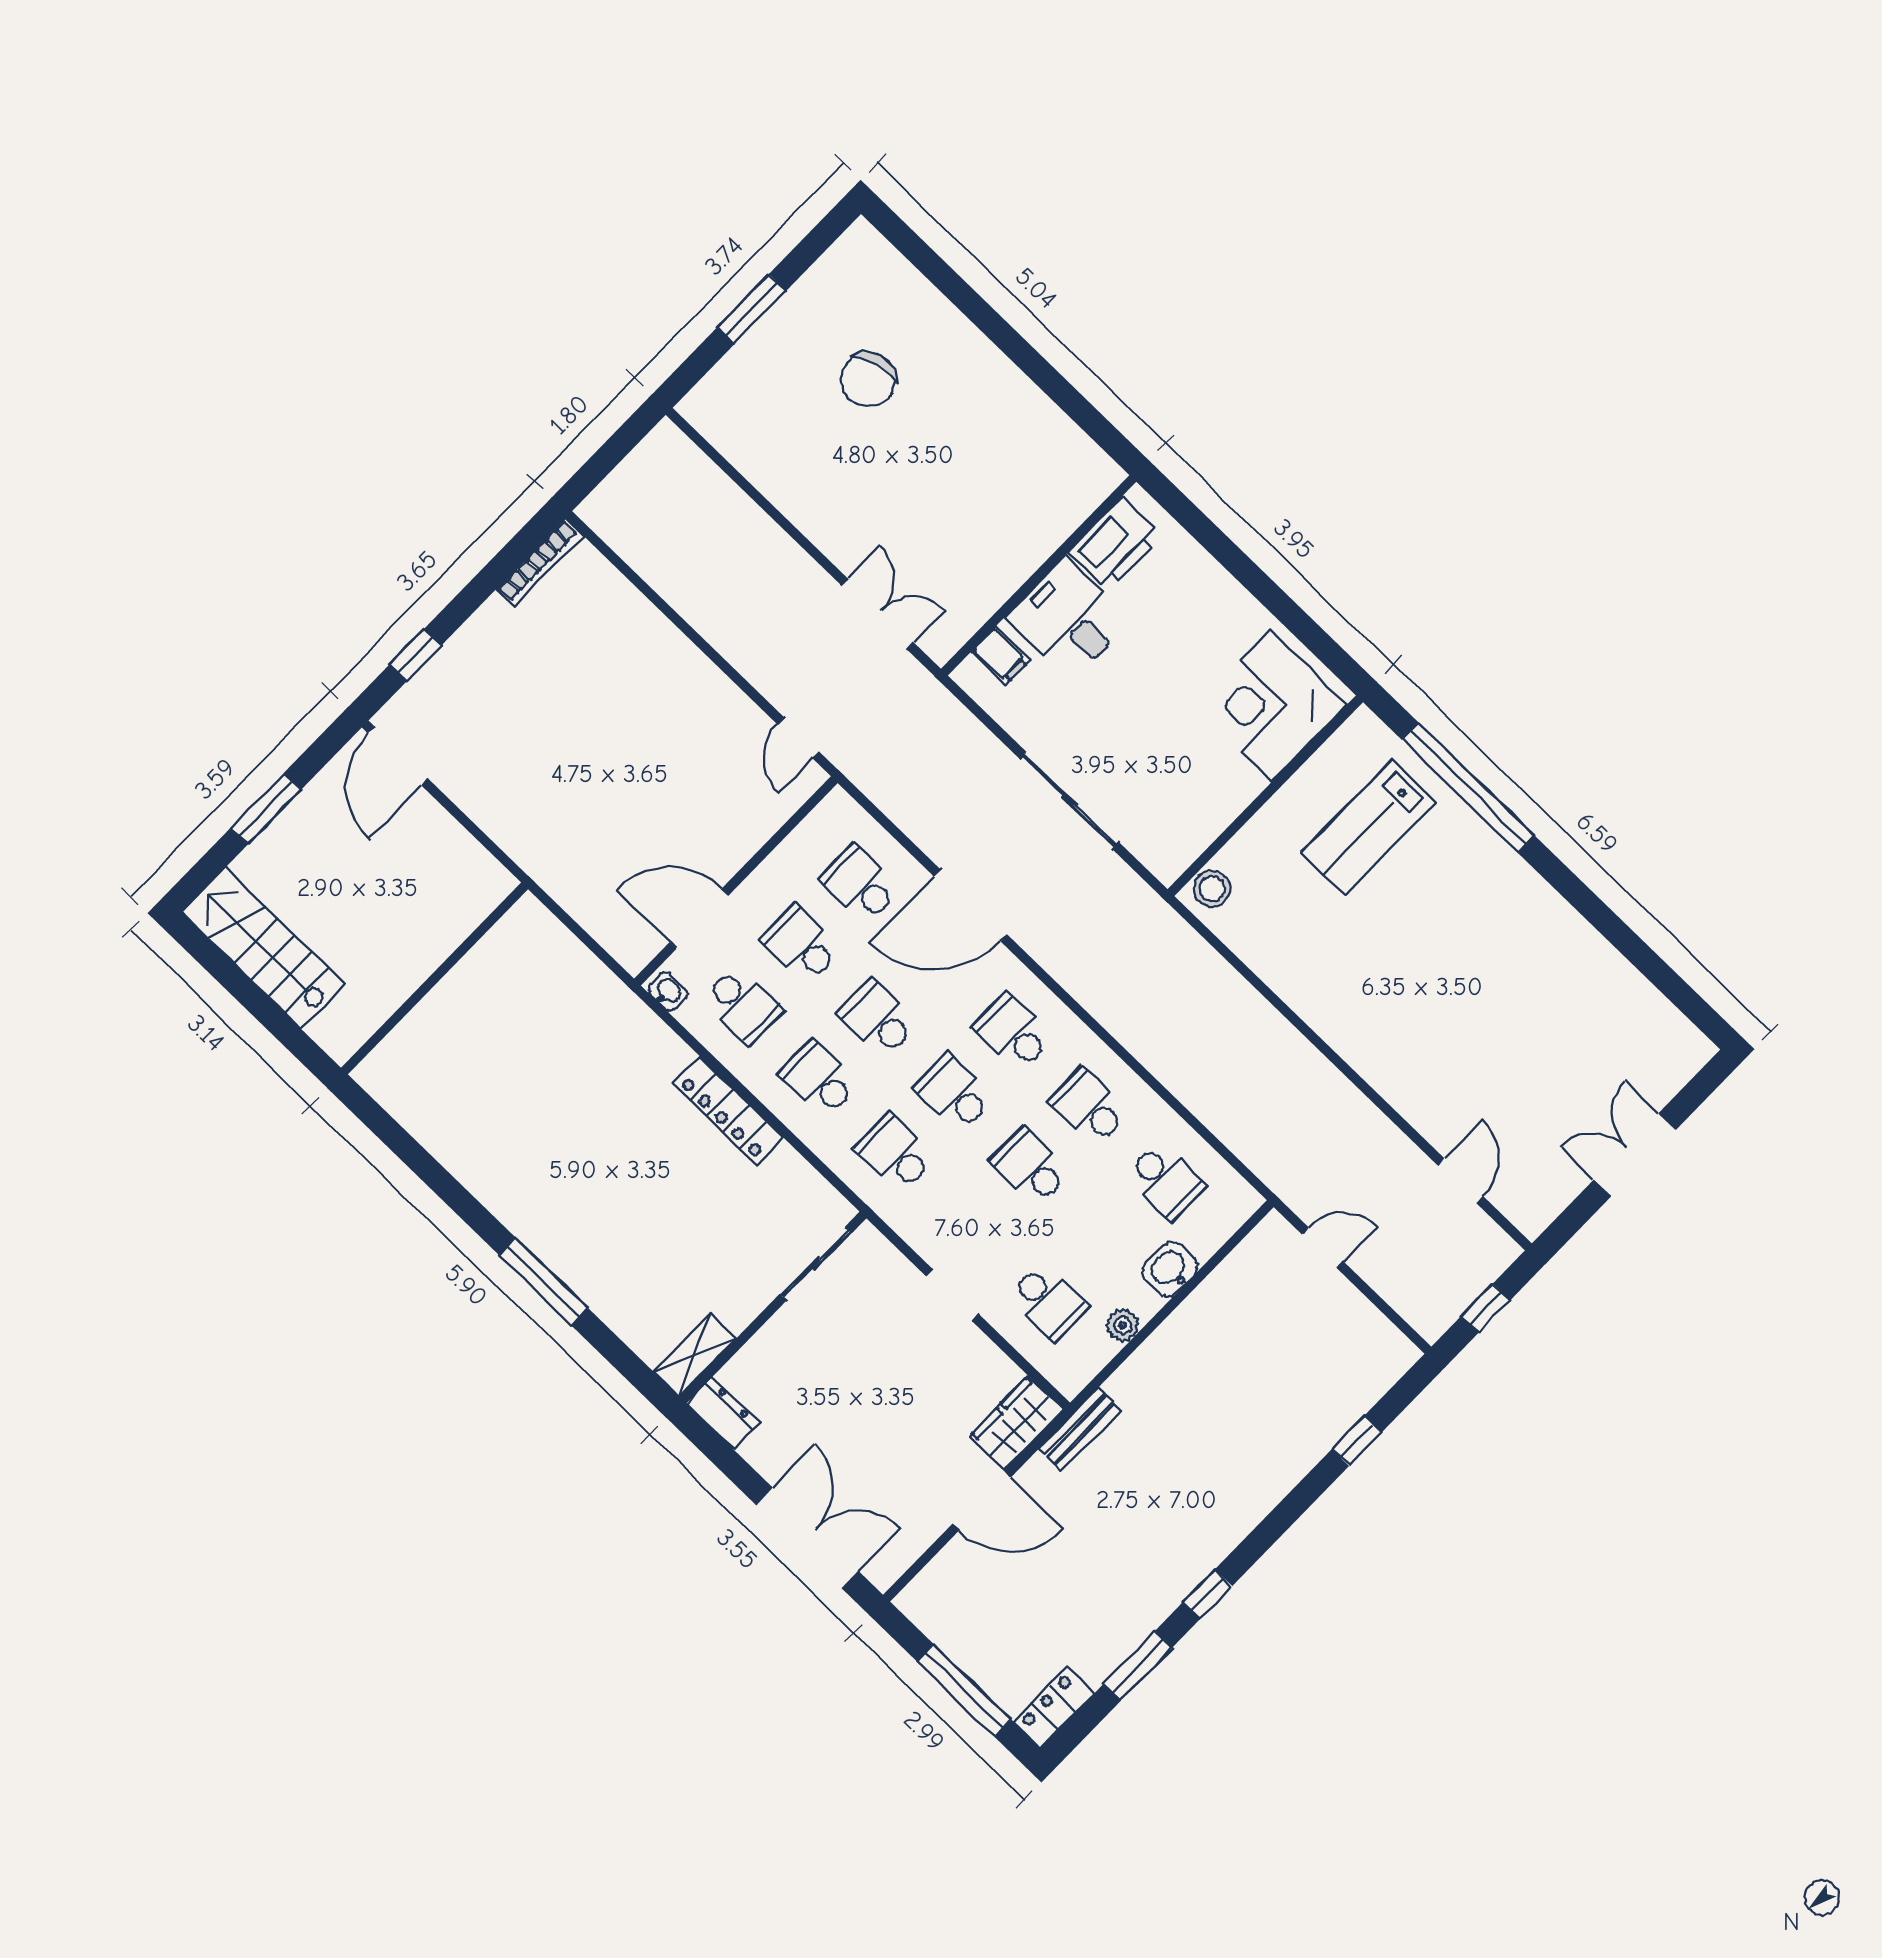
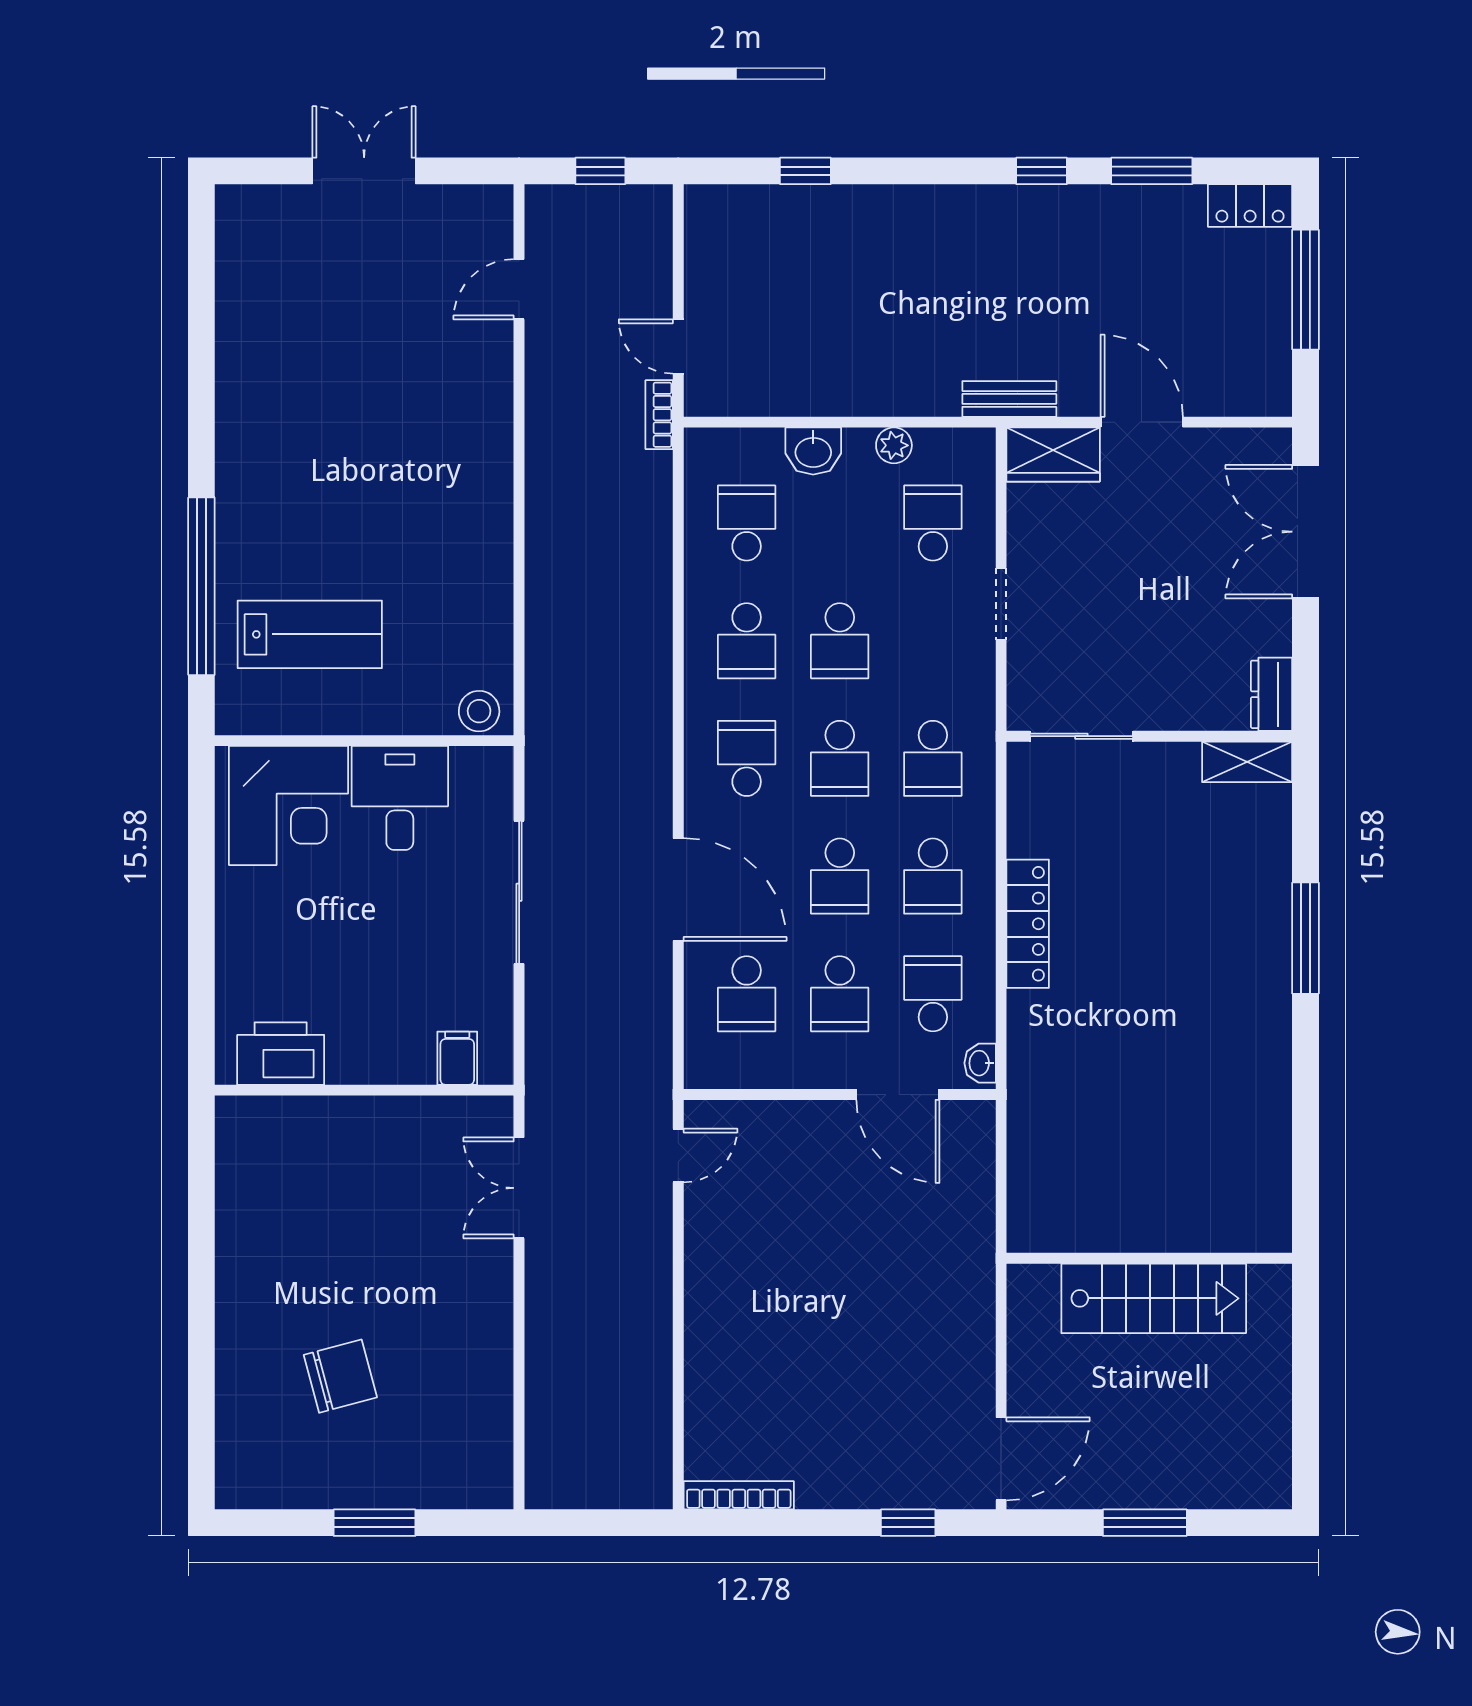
desk: (1068, 619) -> (400, 798), moved, turned 180
stairs: (263, 948) -> (1154, 1298), moved, turned -90
school desk: (1013, 1032) -> (747, 758), turned 180
double door: (1635, 1155) -> (364, 171), swing flipped
bookcase: (1291, 1192) -> (659, 415), added

